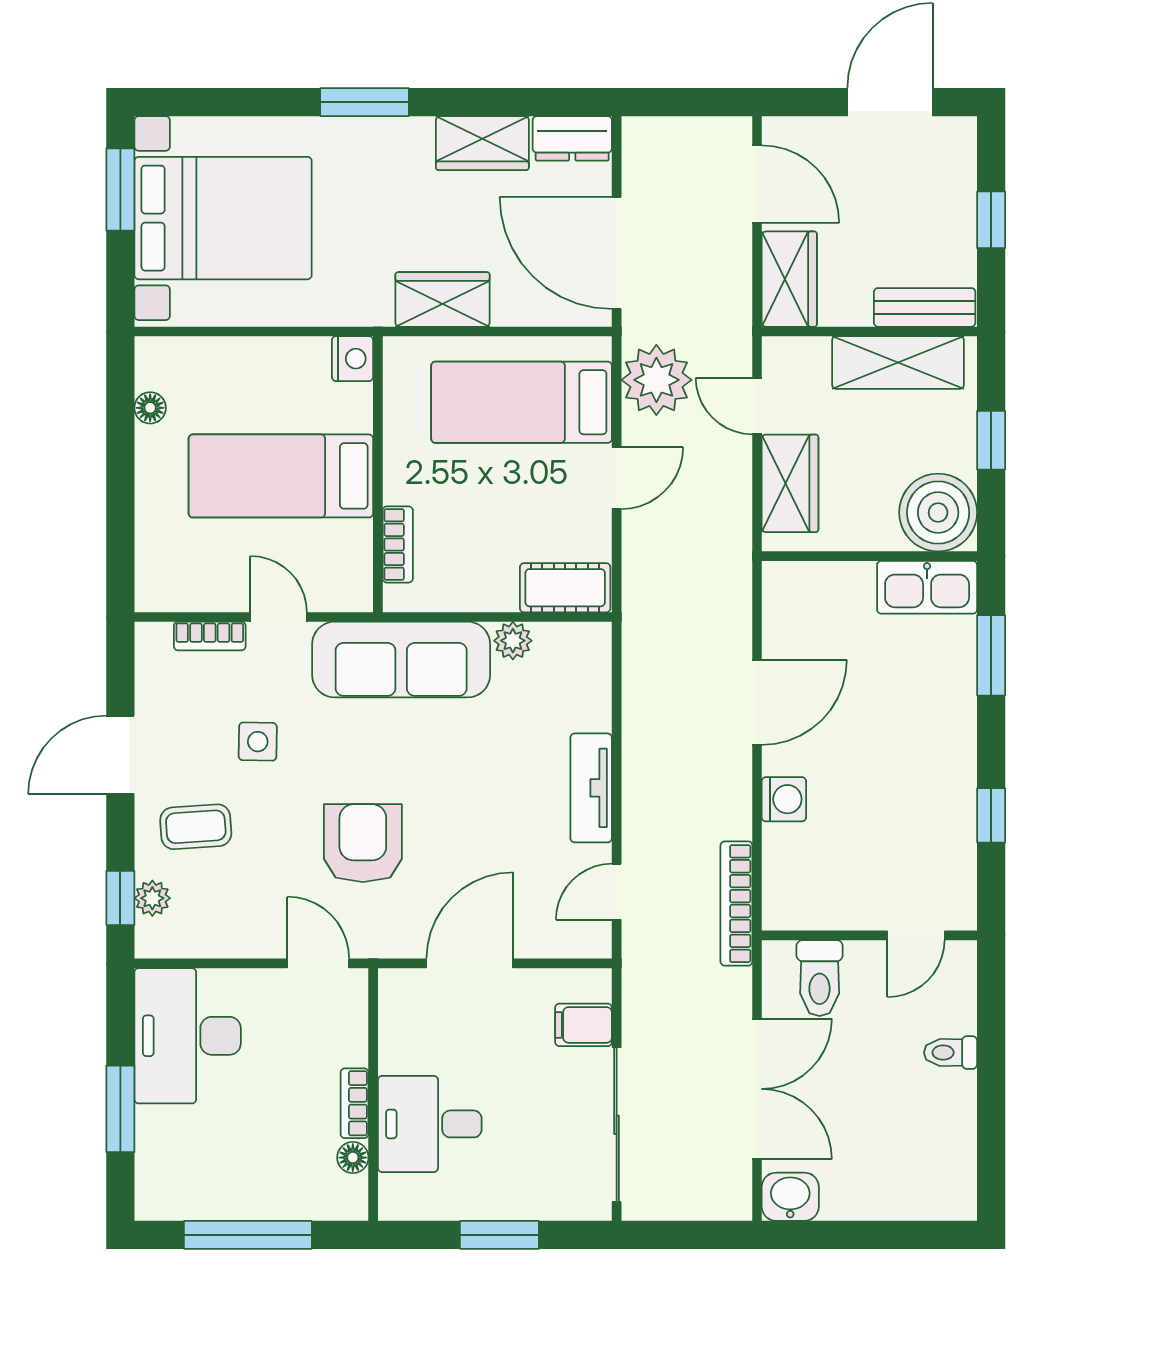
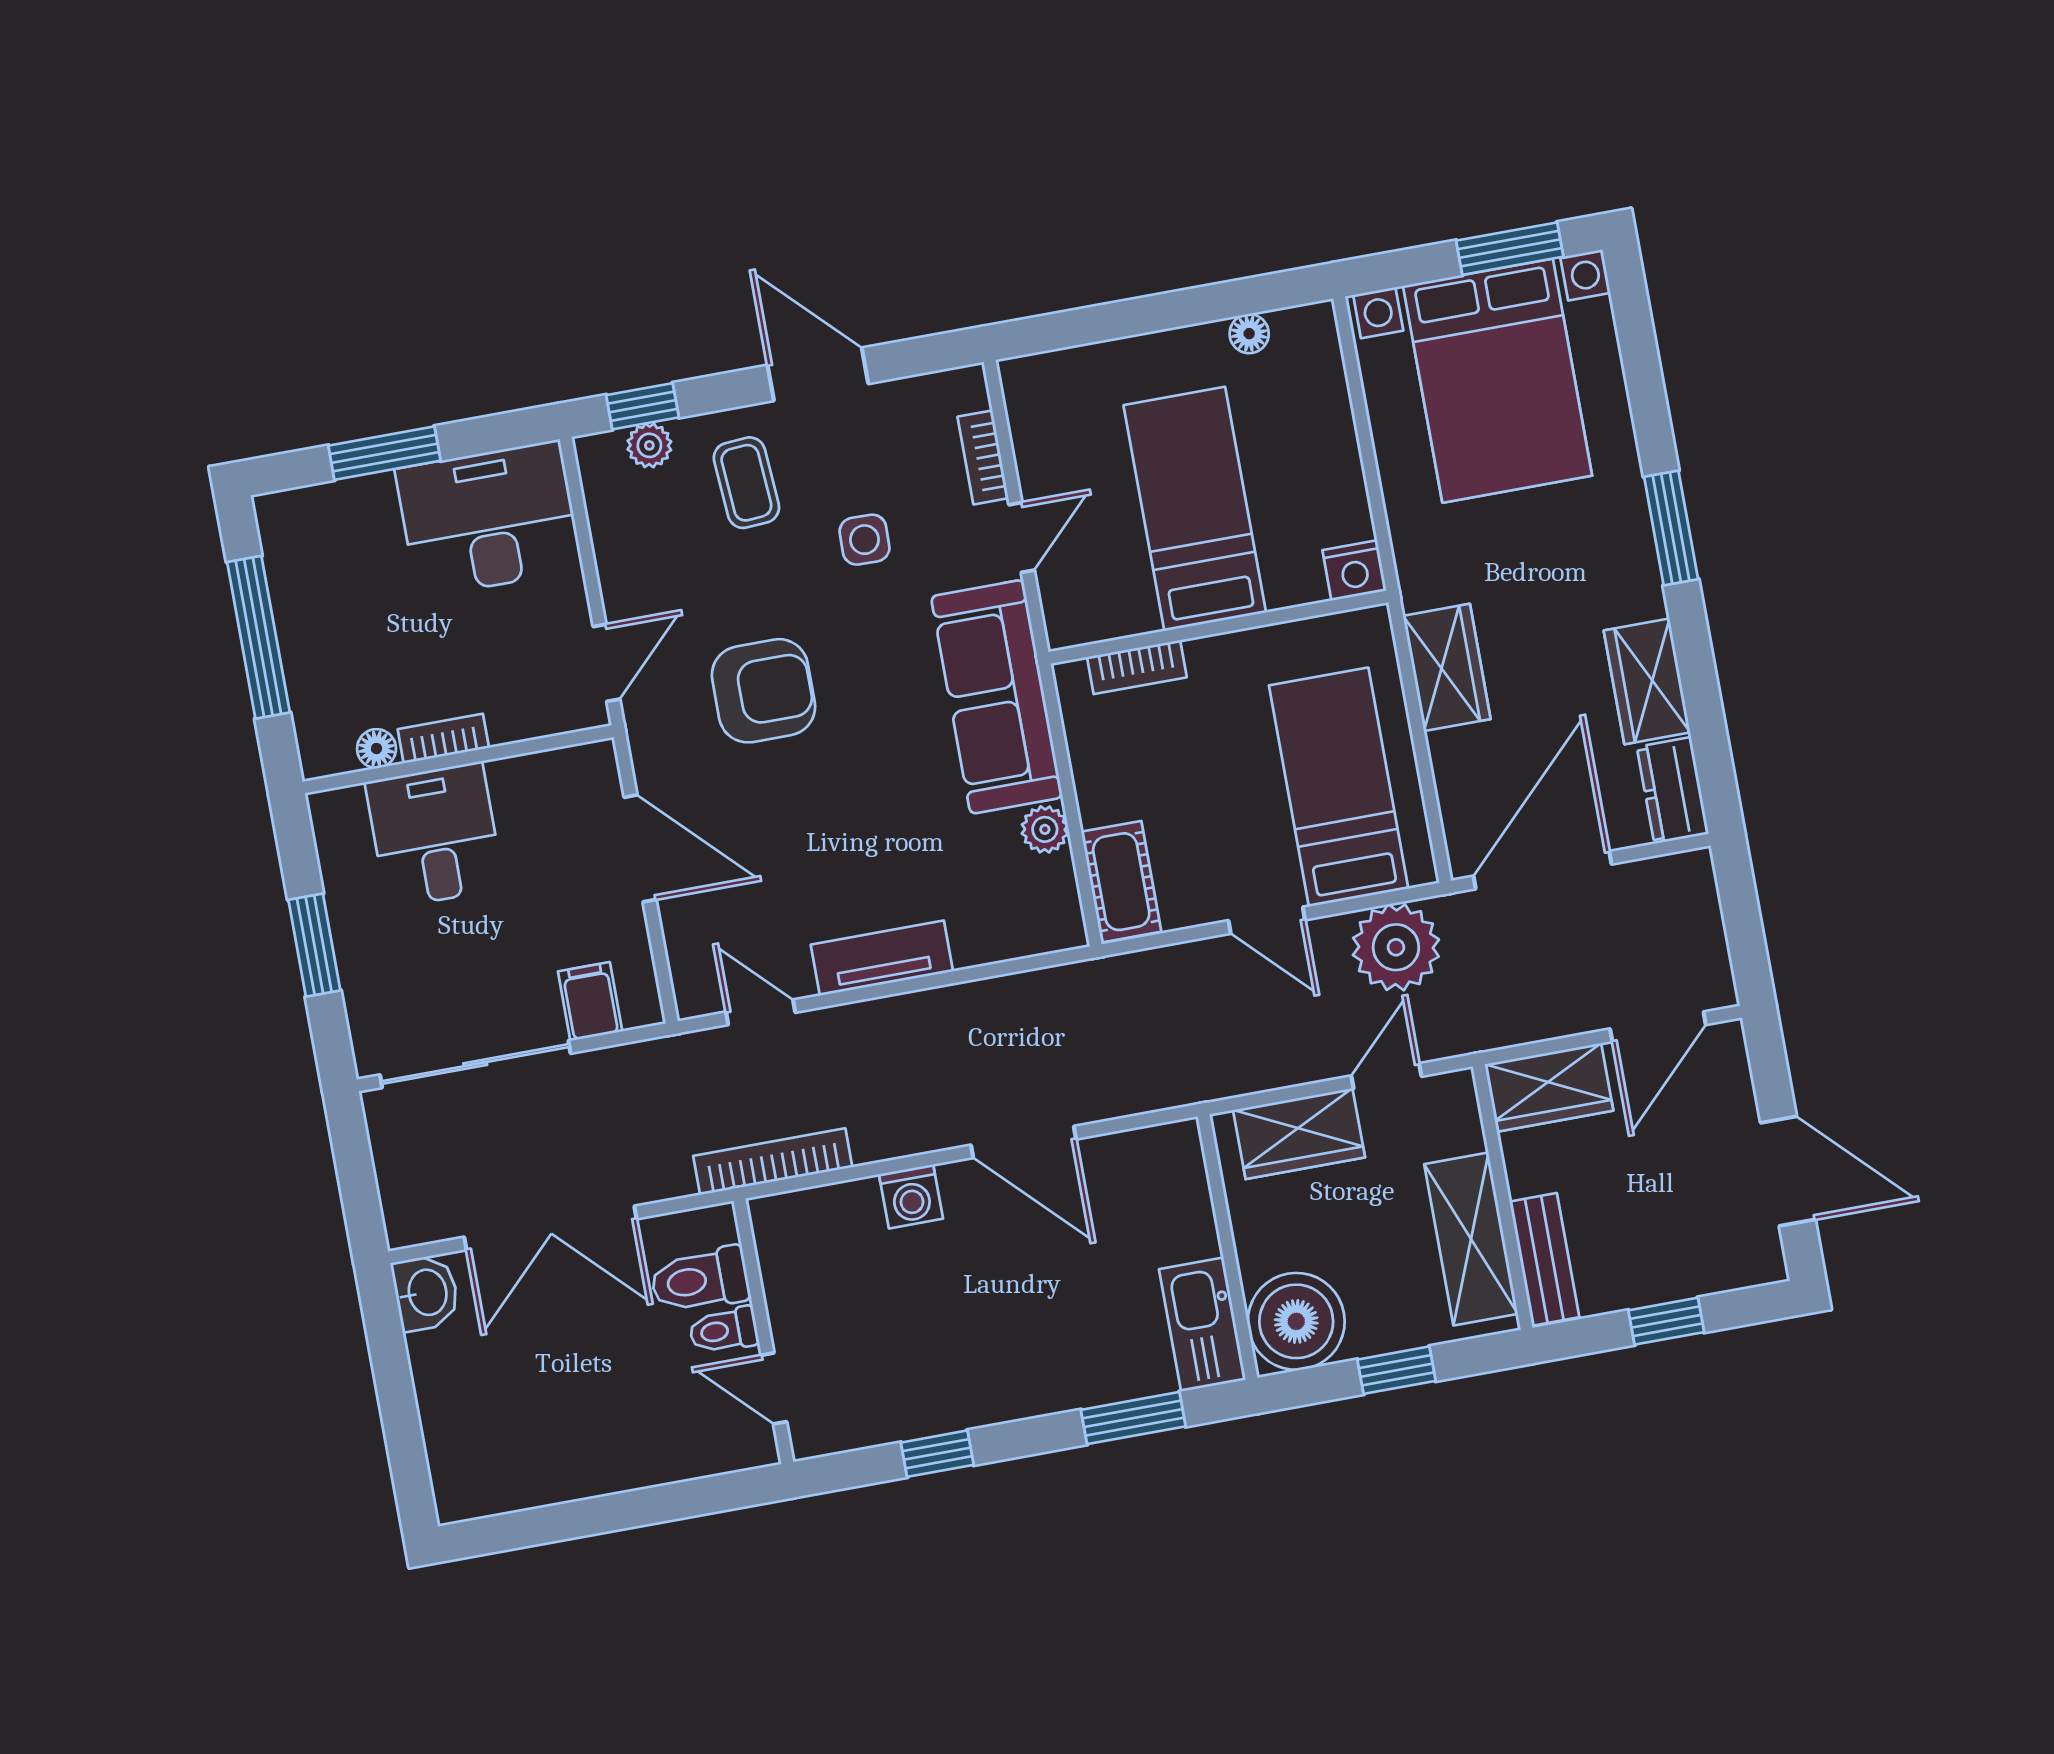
toilet: (950, 1053) -> (724, 1330), moved, turned -90

